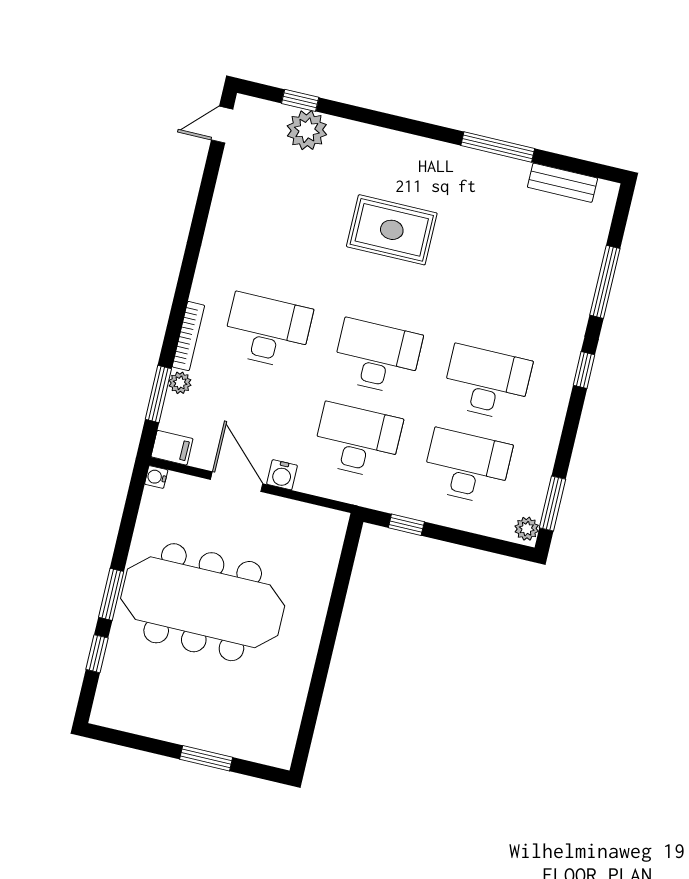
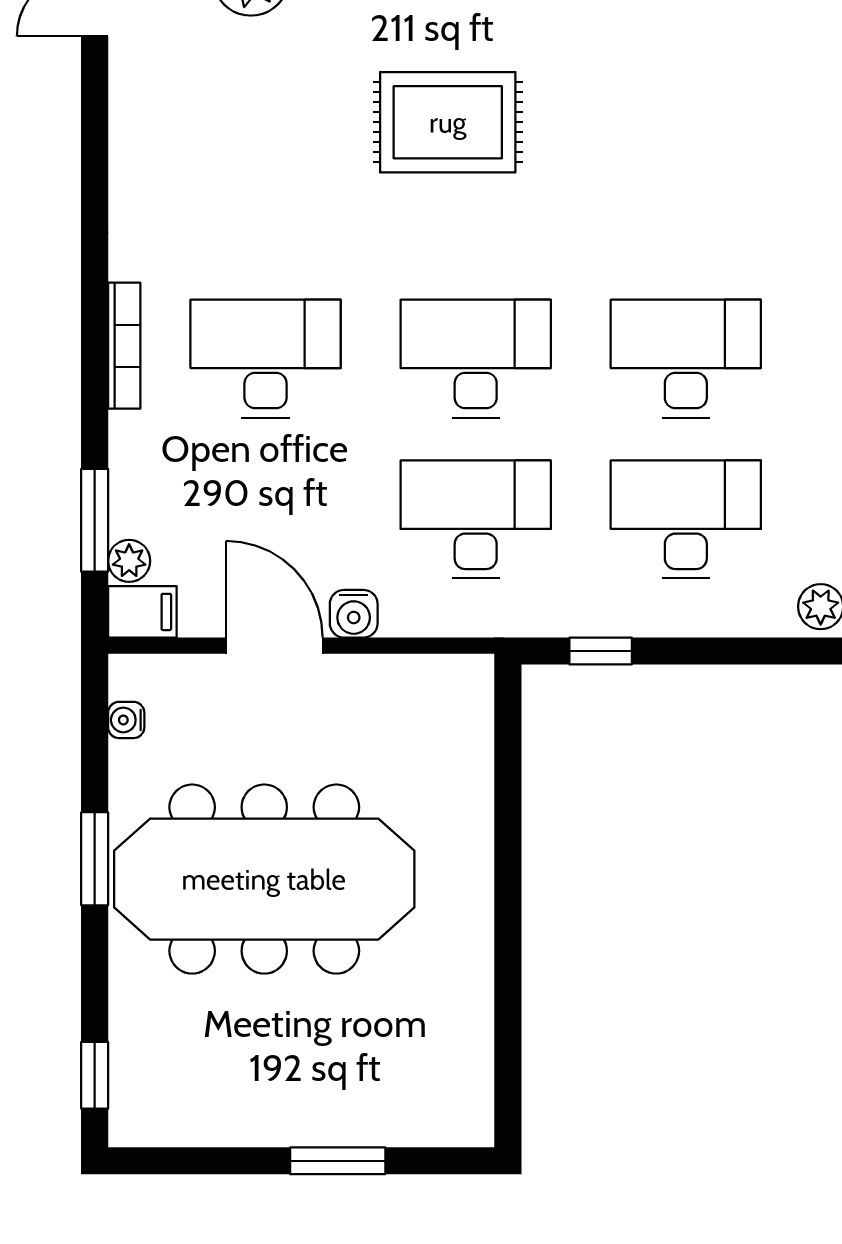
bookcase: (188, 336) -> (124, 346), moved
plant: (180, 383) -> (129, 561), moved
water cooler: (156, 477) -> (126, 720), moved
window: (111, 594) -> (95, 859), moved
window: (97, 654) -> (95, 1075), moved

